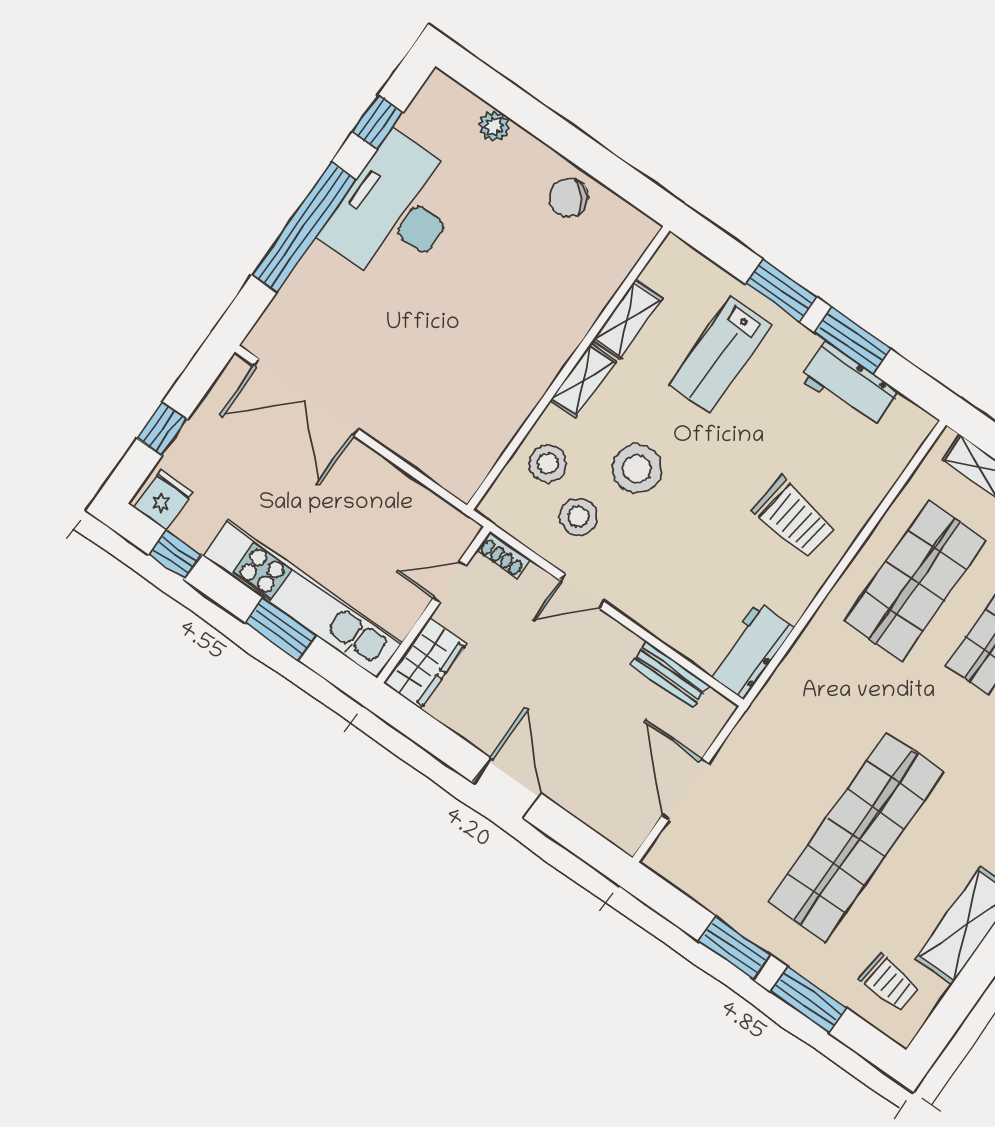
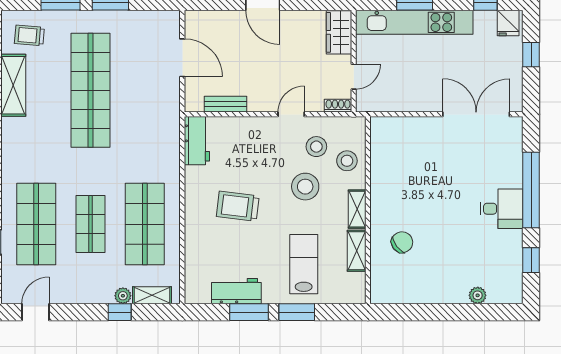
chair: (569, 198) -> (402, 242), moved
desk: (395, 211) -> (502, 209), width x0.53, depth x0.77
trolley: (793, 518) -> (238, 206), moved

